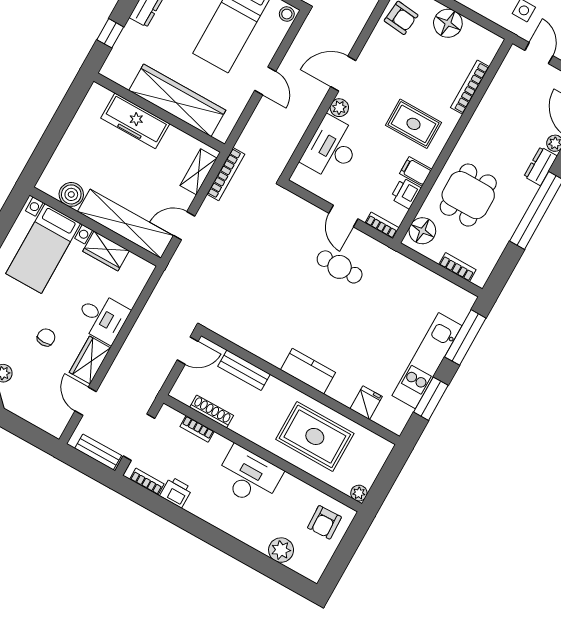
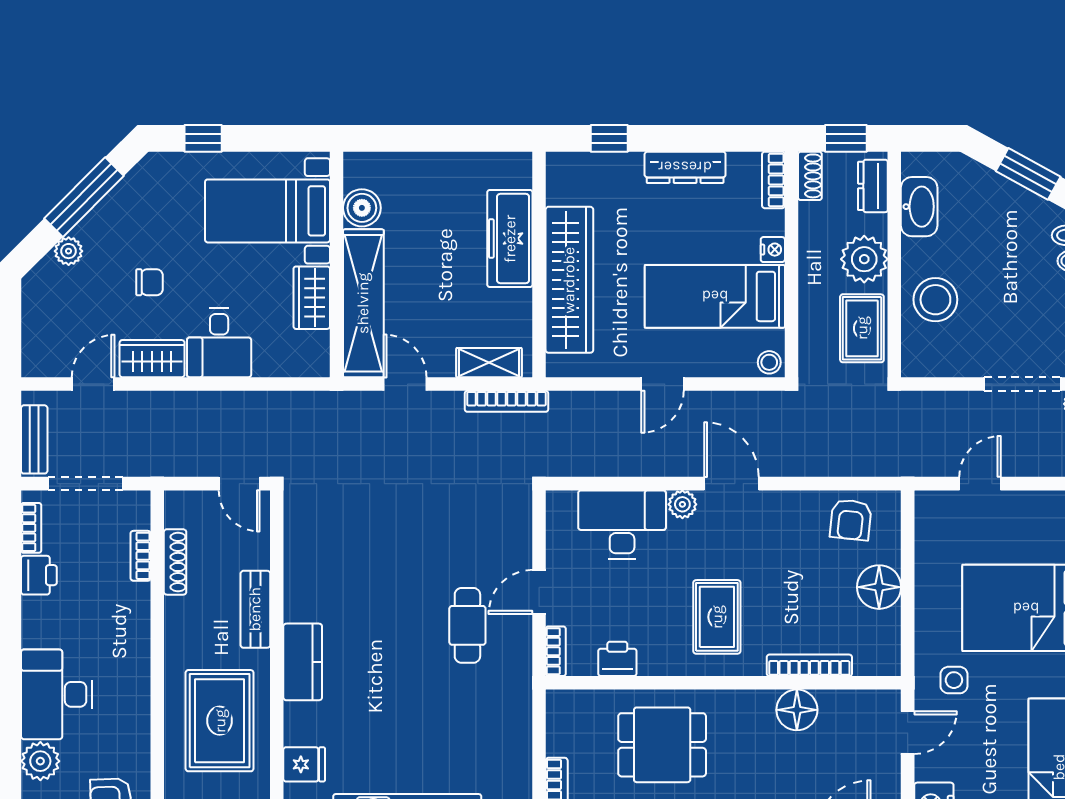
filing cabinet: (416, 171) -> (654, 656), removed
floor lamp: (422, 231) -> (797, 710), moved
bench: (244, 370) -> (255, 609), moved
desk: (249, 476) -> (56, 694), moved, turned 180

